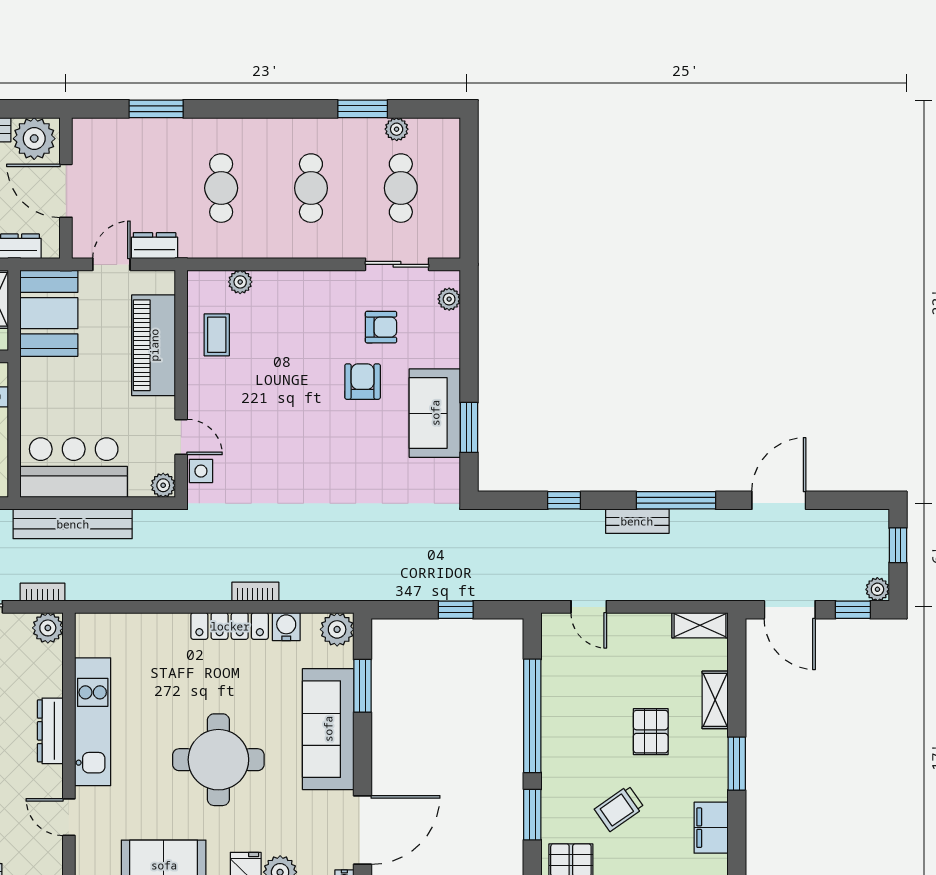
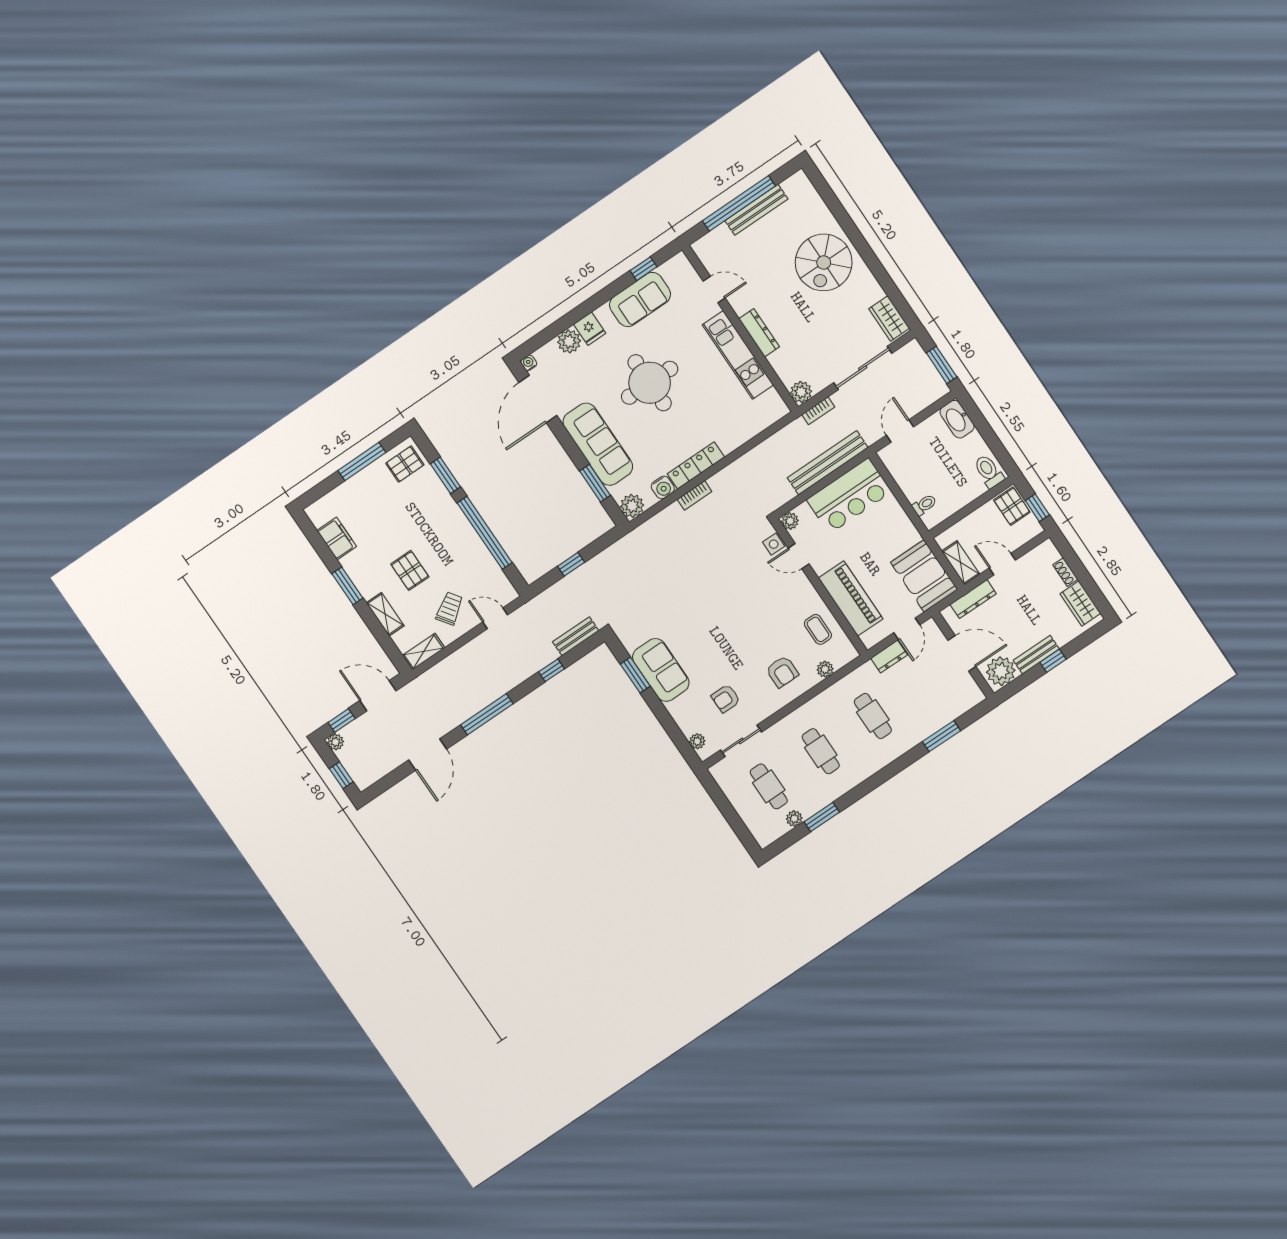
armchair: (363, 382) -> (782, 672), moved
bench: (637, 521) -> (576, 636), moved
trolley: (619, 808) -> (450, 608), moved

